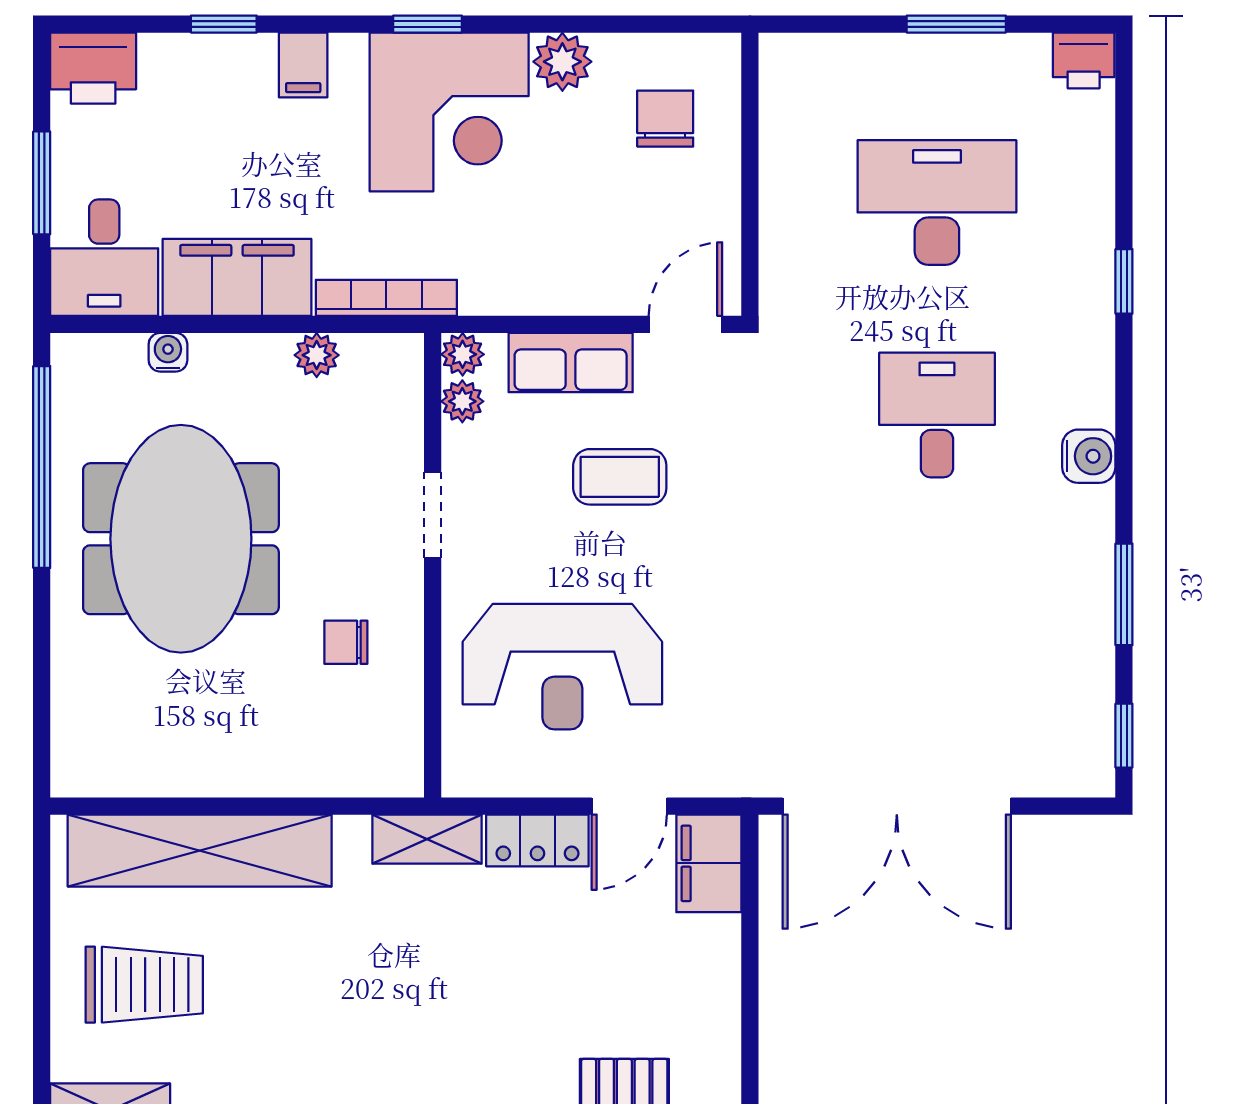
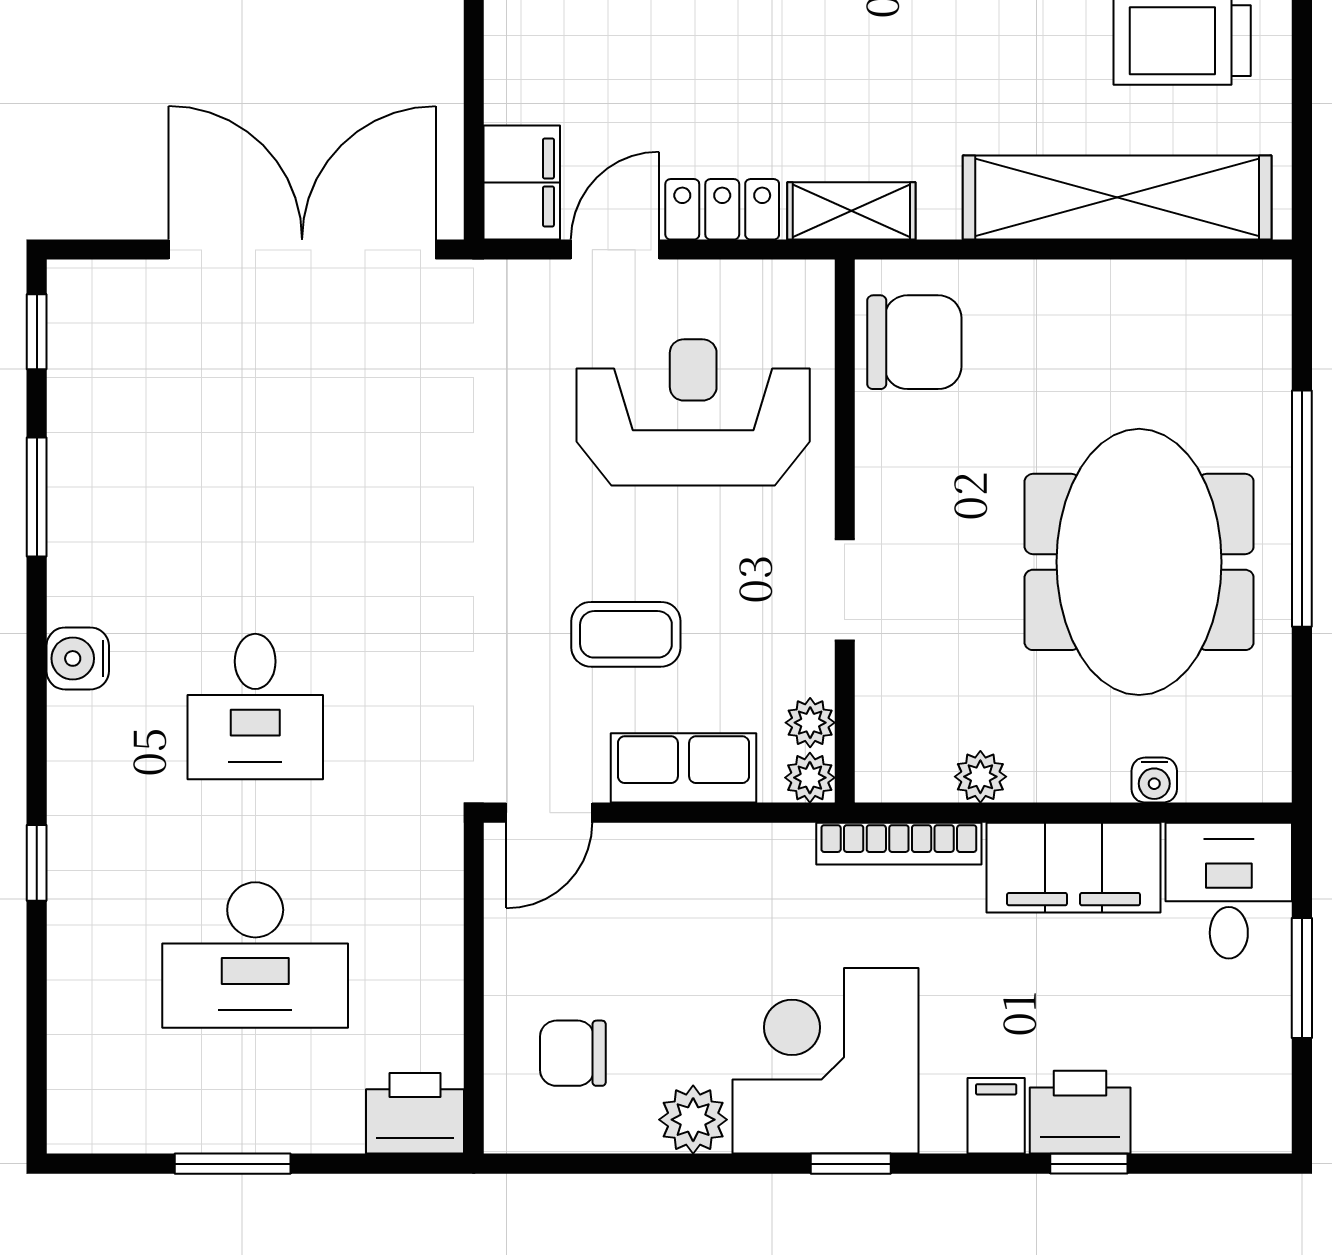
printer: (1084, 60) -> (415, 1113), moved, width x1.36, depth x1.24
printer: (93, 68) -> (1080, 1112), moved
chair: (665, 119) -> (573, 1053), turned 90
window: (42, 467) -> (1302, 509), moved
chair: (346, 642) -> (914, 342), moved, width x1.87, depth x1.87

